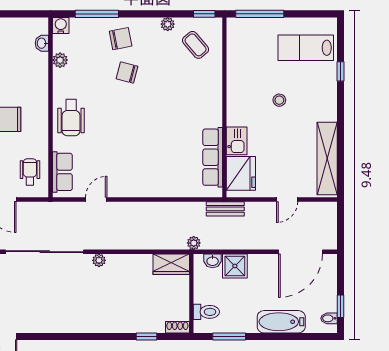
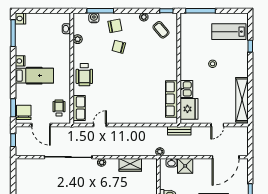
water cooler: (61, 25) -> (94, 18), moved
wardrobe: (171, 264) -> (130, 165), moved

